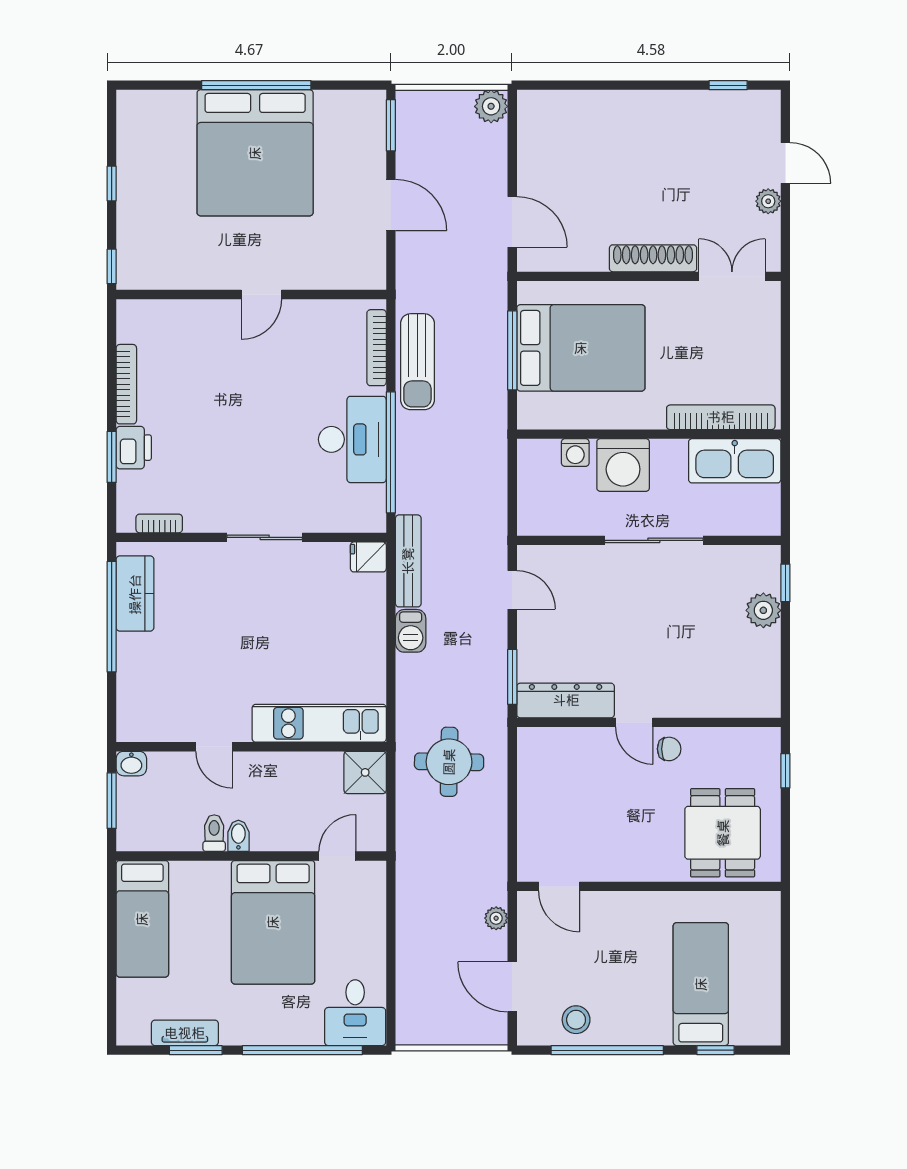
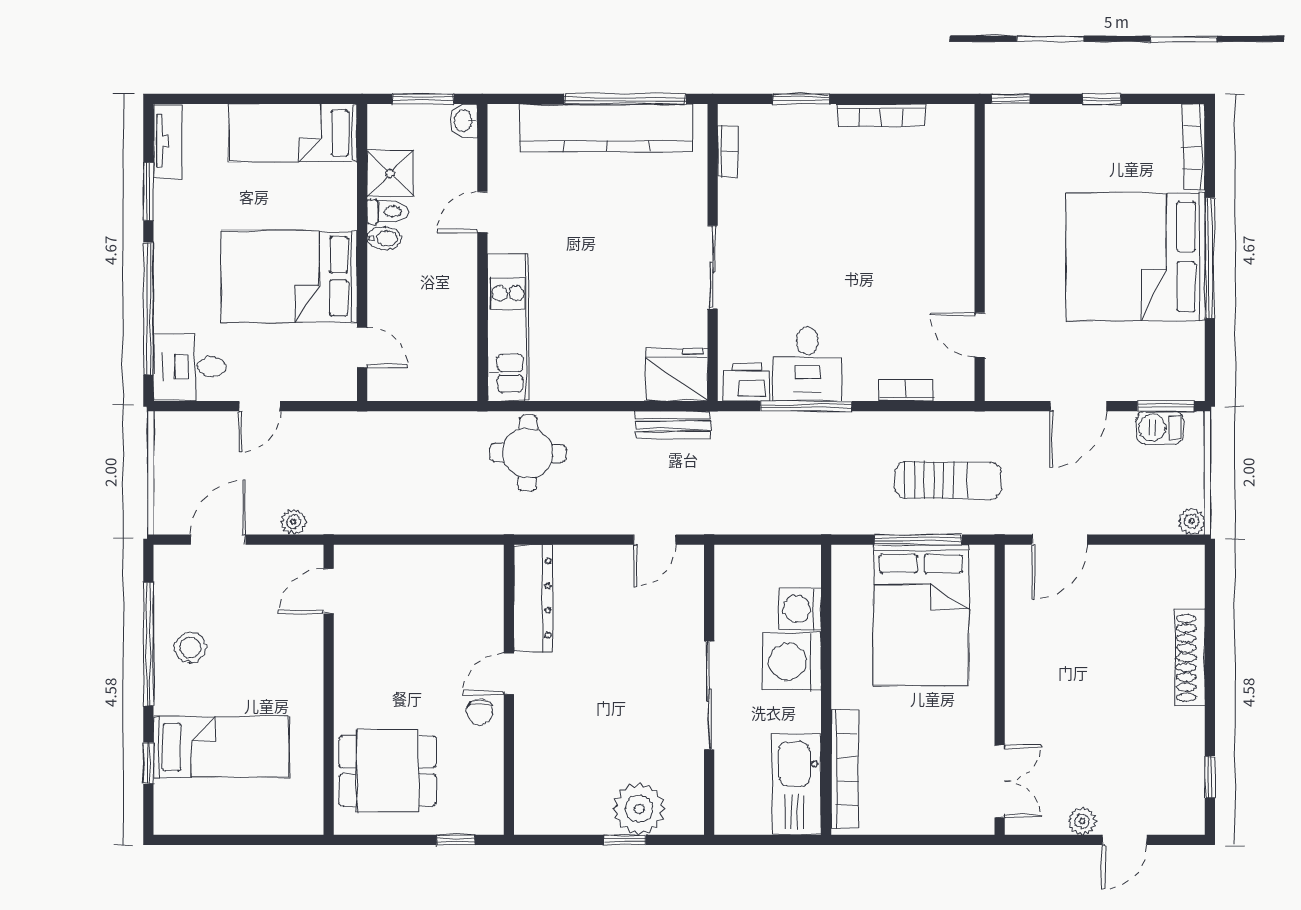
bookcase: (155, 100) -> (1194, 147), added
plant: (491, 106) -> (1192, 521), width x0.73, depth x0.73
shoe rack: (653, 258) -> (1190, 658), moved, turned 180
door: (261, 295) -> (980, 335), moved
bookcase: (377, 348) -> (906, 390), width x0.64
sun lounger: (417, 362) -> (948, 480), moved, turned 180
desk: (352, 439) -> (807, 364), width x0.73
printer: (134, 448) -> (747, 382), moved, turned 180
window: (391, 452) -> (806, 406), width x0.68
washing machine: (575, 453) -> (800, 609), width x1.38, depth x1.38
fridge: (368, 557) -> (676, 375), width x1.88, depth x1.34
bench: (408, 561) -> (673, 425), width x0.73
window: (785, 583) -> (625, 840), moved
kitchen counter: (135, 594) -> (606, 128), width x2.08, depth x1.17
plant: (763, 610) -> (639, 809), width x1.36, depth x1.36
barbecue: (411, 631) -> (1160, 428), moved
window: (512, 677) -> (559, 540), removed
round table: (449, 762) -> (528, 453), moved
shower: (365, 772) -> (390, 173), moved
door: (391, 949) -> (260, 406), added
stool: (576, 1020) -> (190, 648), moved
tv unit: (185, 1033) -> (168, 141), moved

